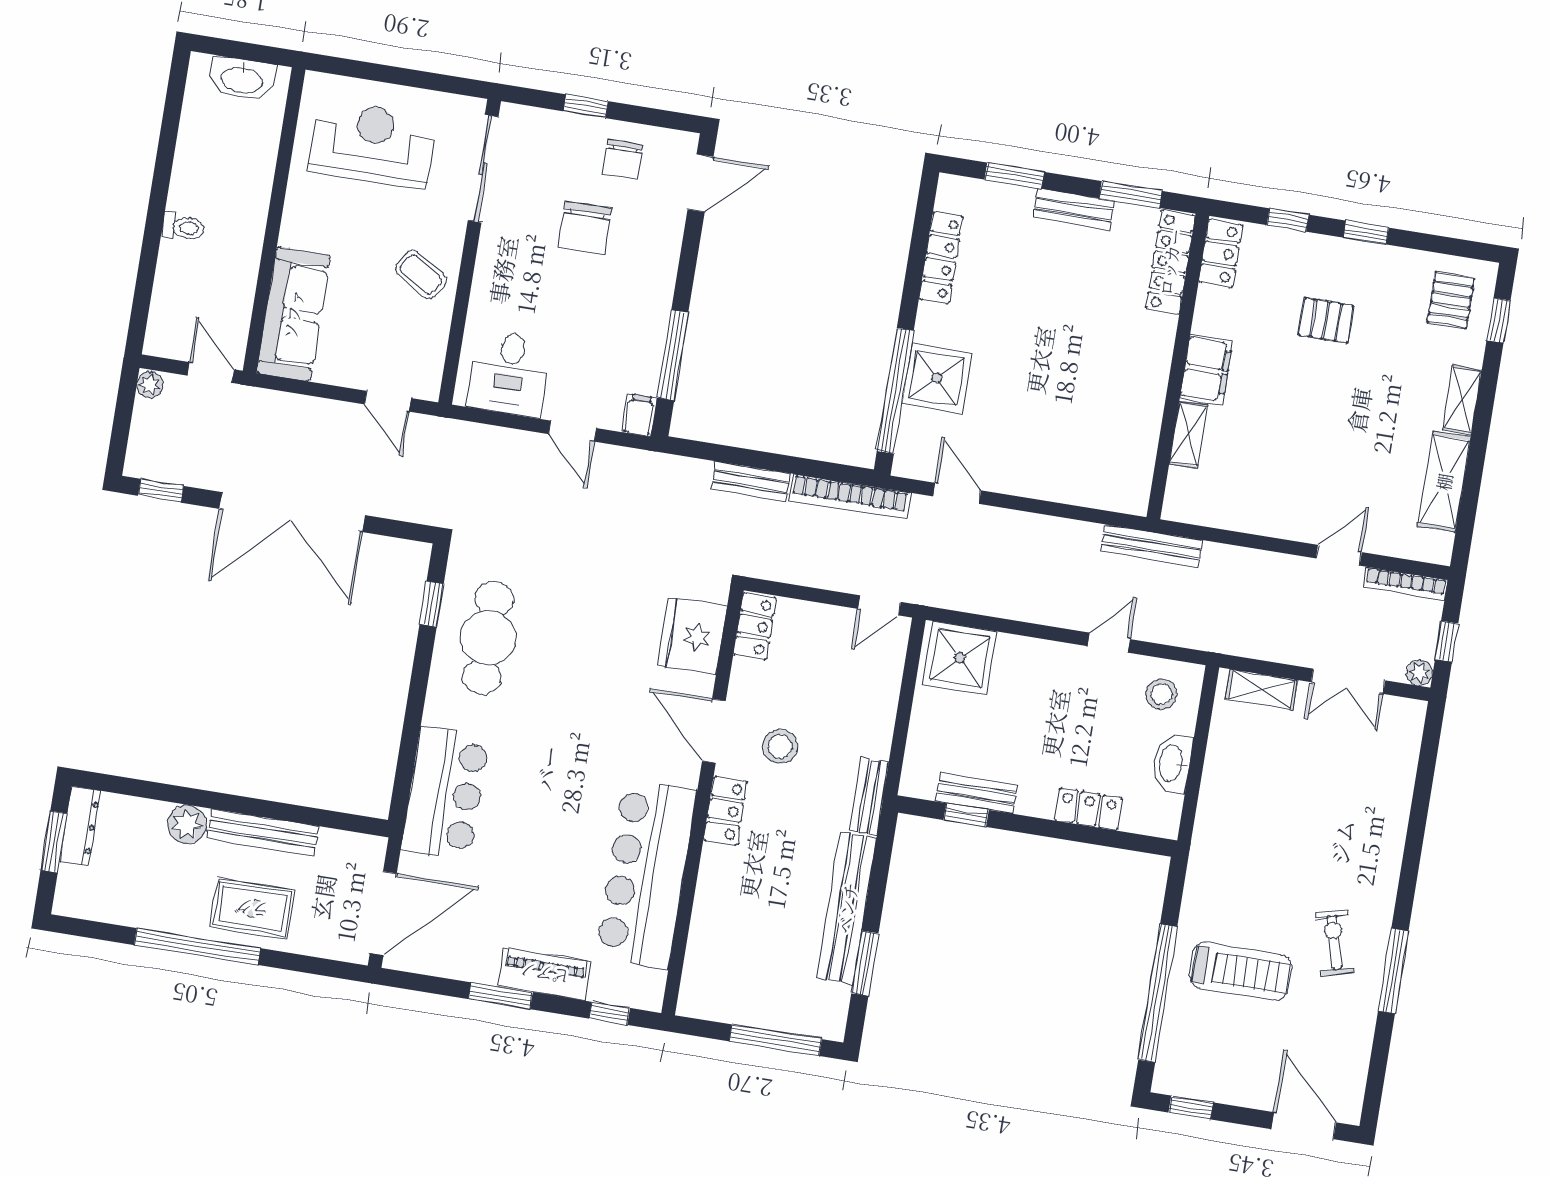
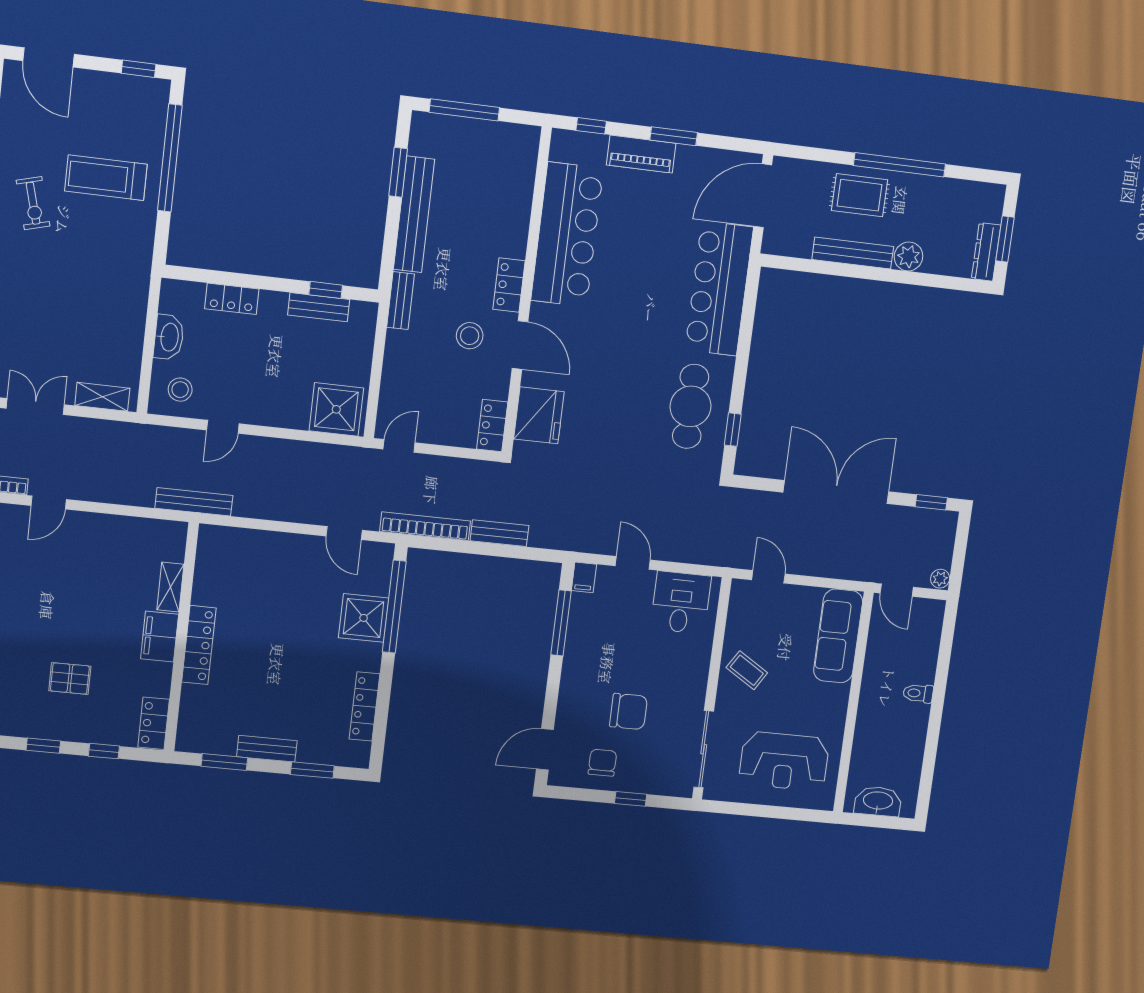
chair: (585, 228) -> (628, 711), turned 90
locker: (1170, 262) -> (199, 645), moved
bar counter: (445, 793) -> (719, 289), width x1.36

